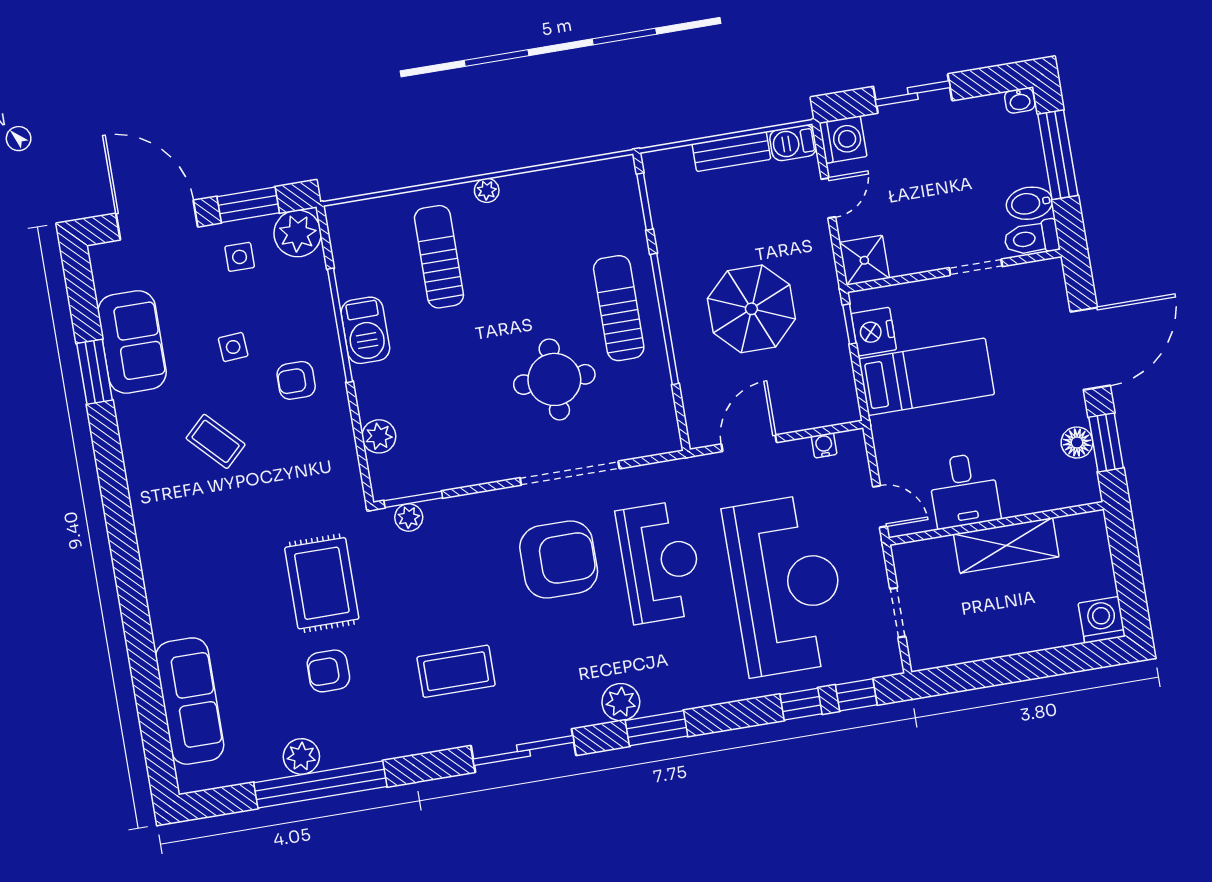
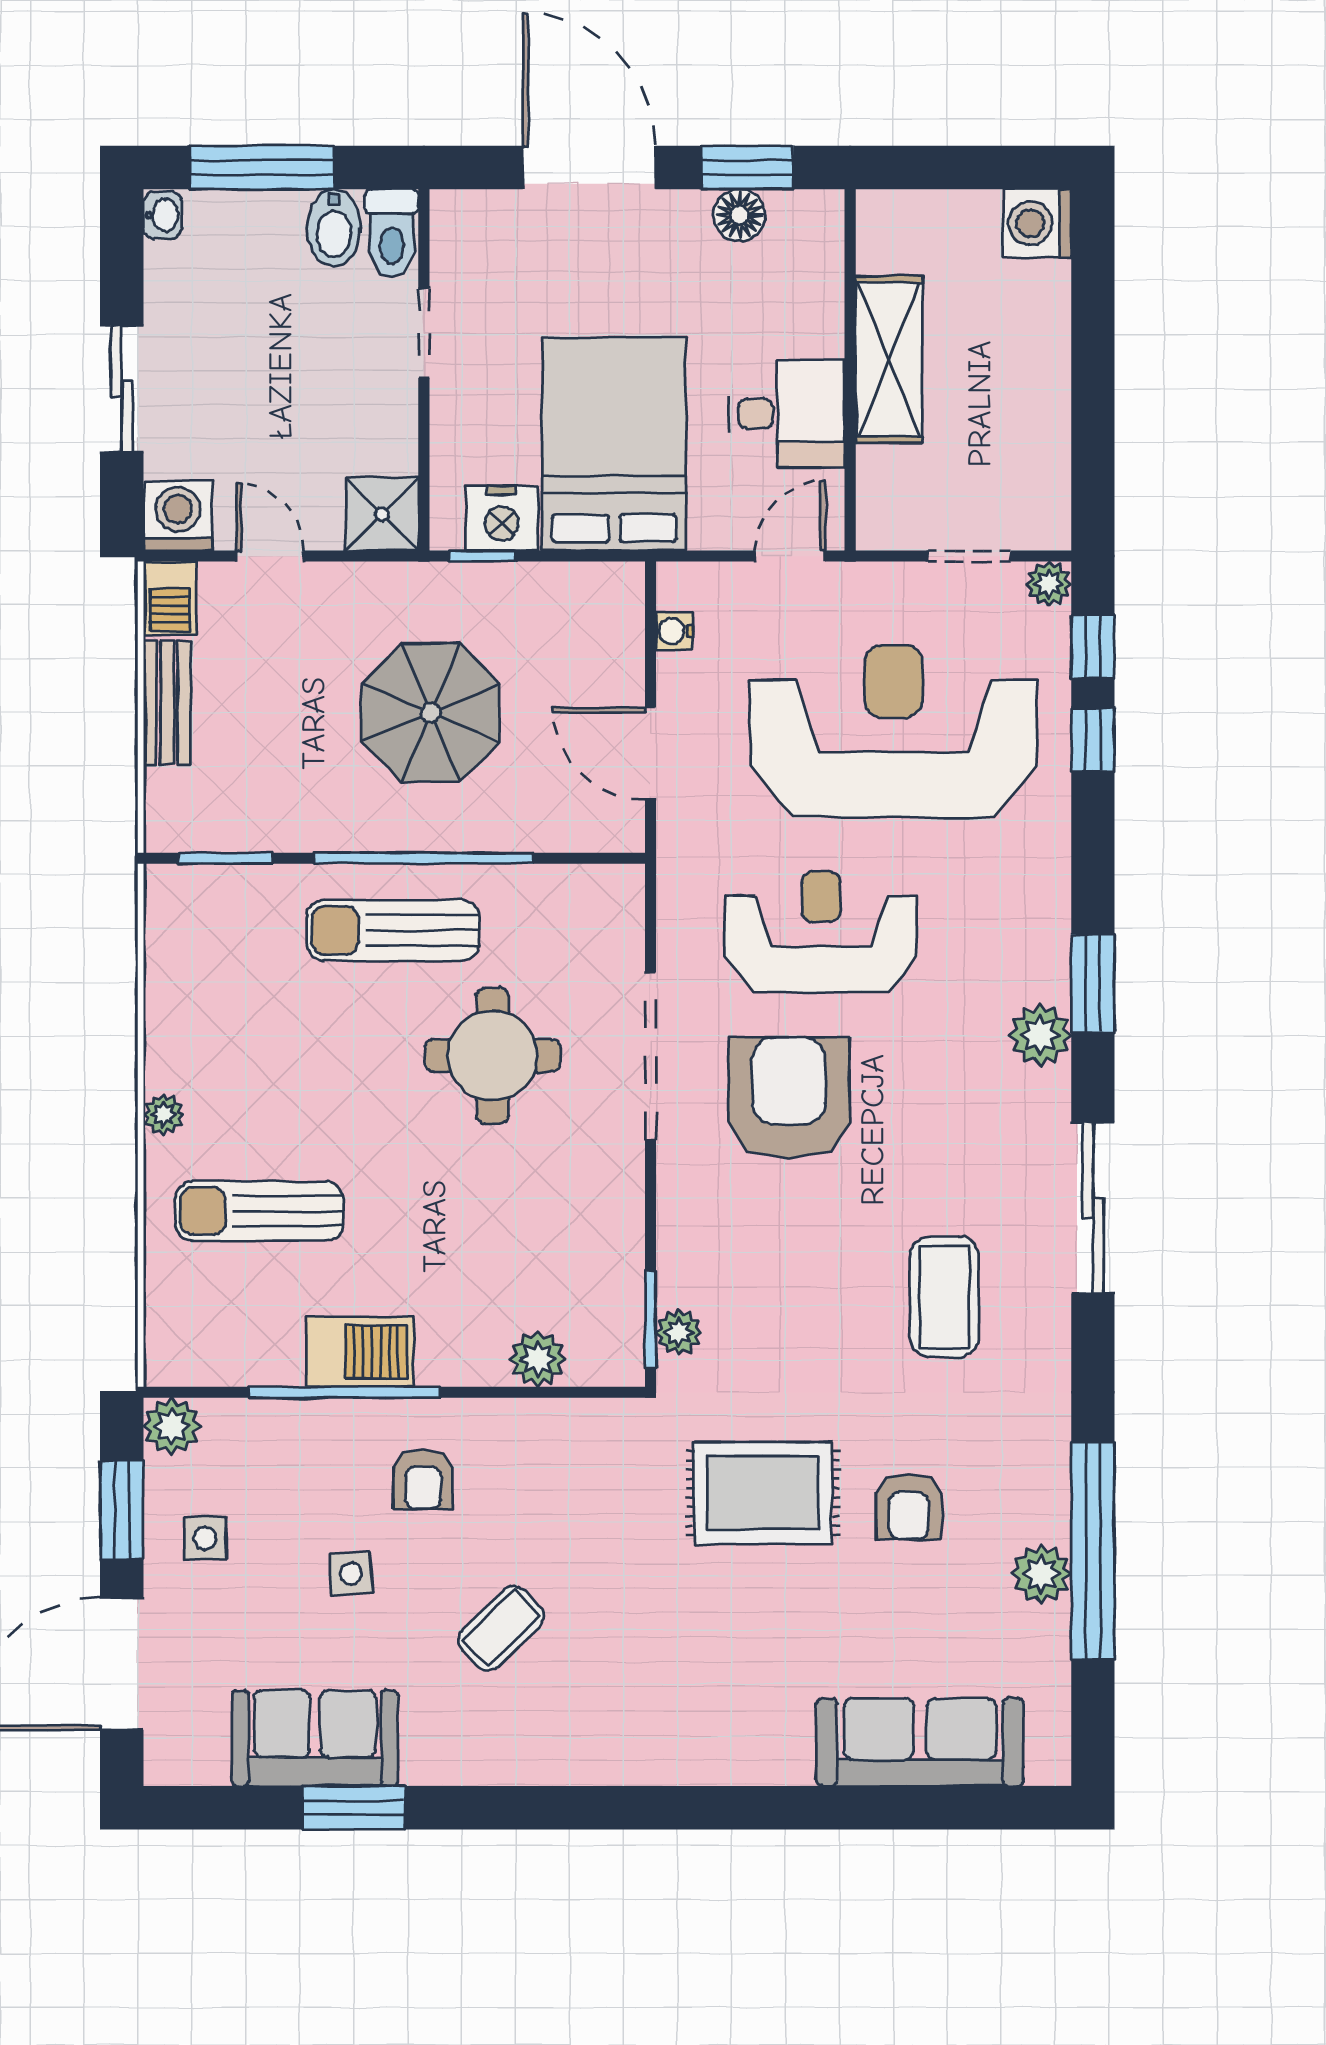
plant: (298, 233) -> (172, 1426), width x0.73, depth x0.73
bed: (927, 377) -> (614, 444), width x1.50
plant: (889, 663) -> (1049, 584), added

